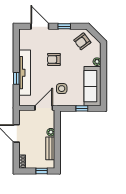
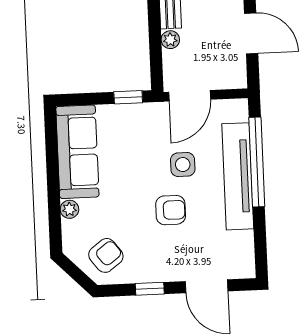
window: (16, 78) -> (257, 162), width x3.17
side table: (62, 89) -> (183, 165), moved
window: (82, 108) -> (128, 97), moved

